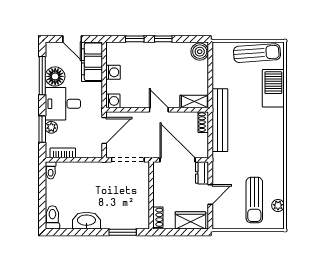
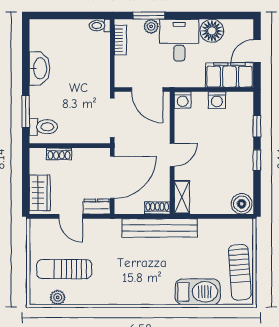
window: (42, 76) -> (213, 16), removed
toilet: (52, 217) -> (43, 127), moved
shoe rack: (158, 217) -> (59, 154), moved

